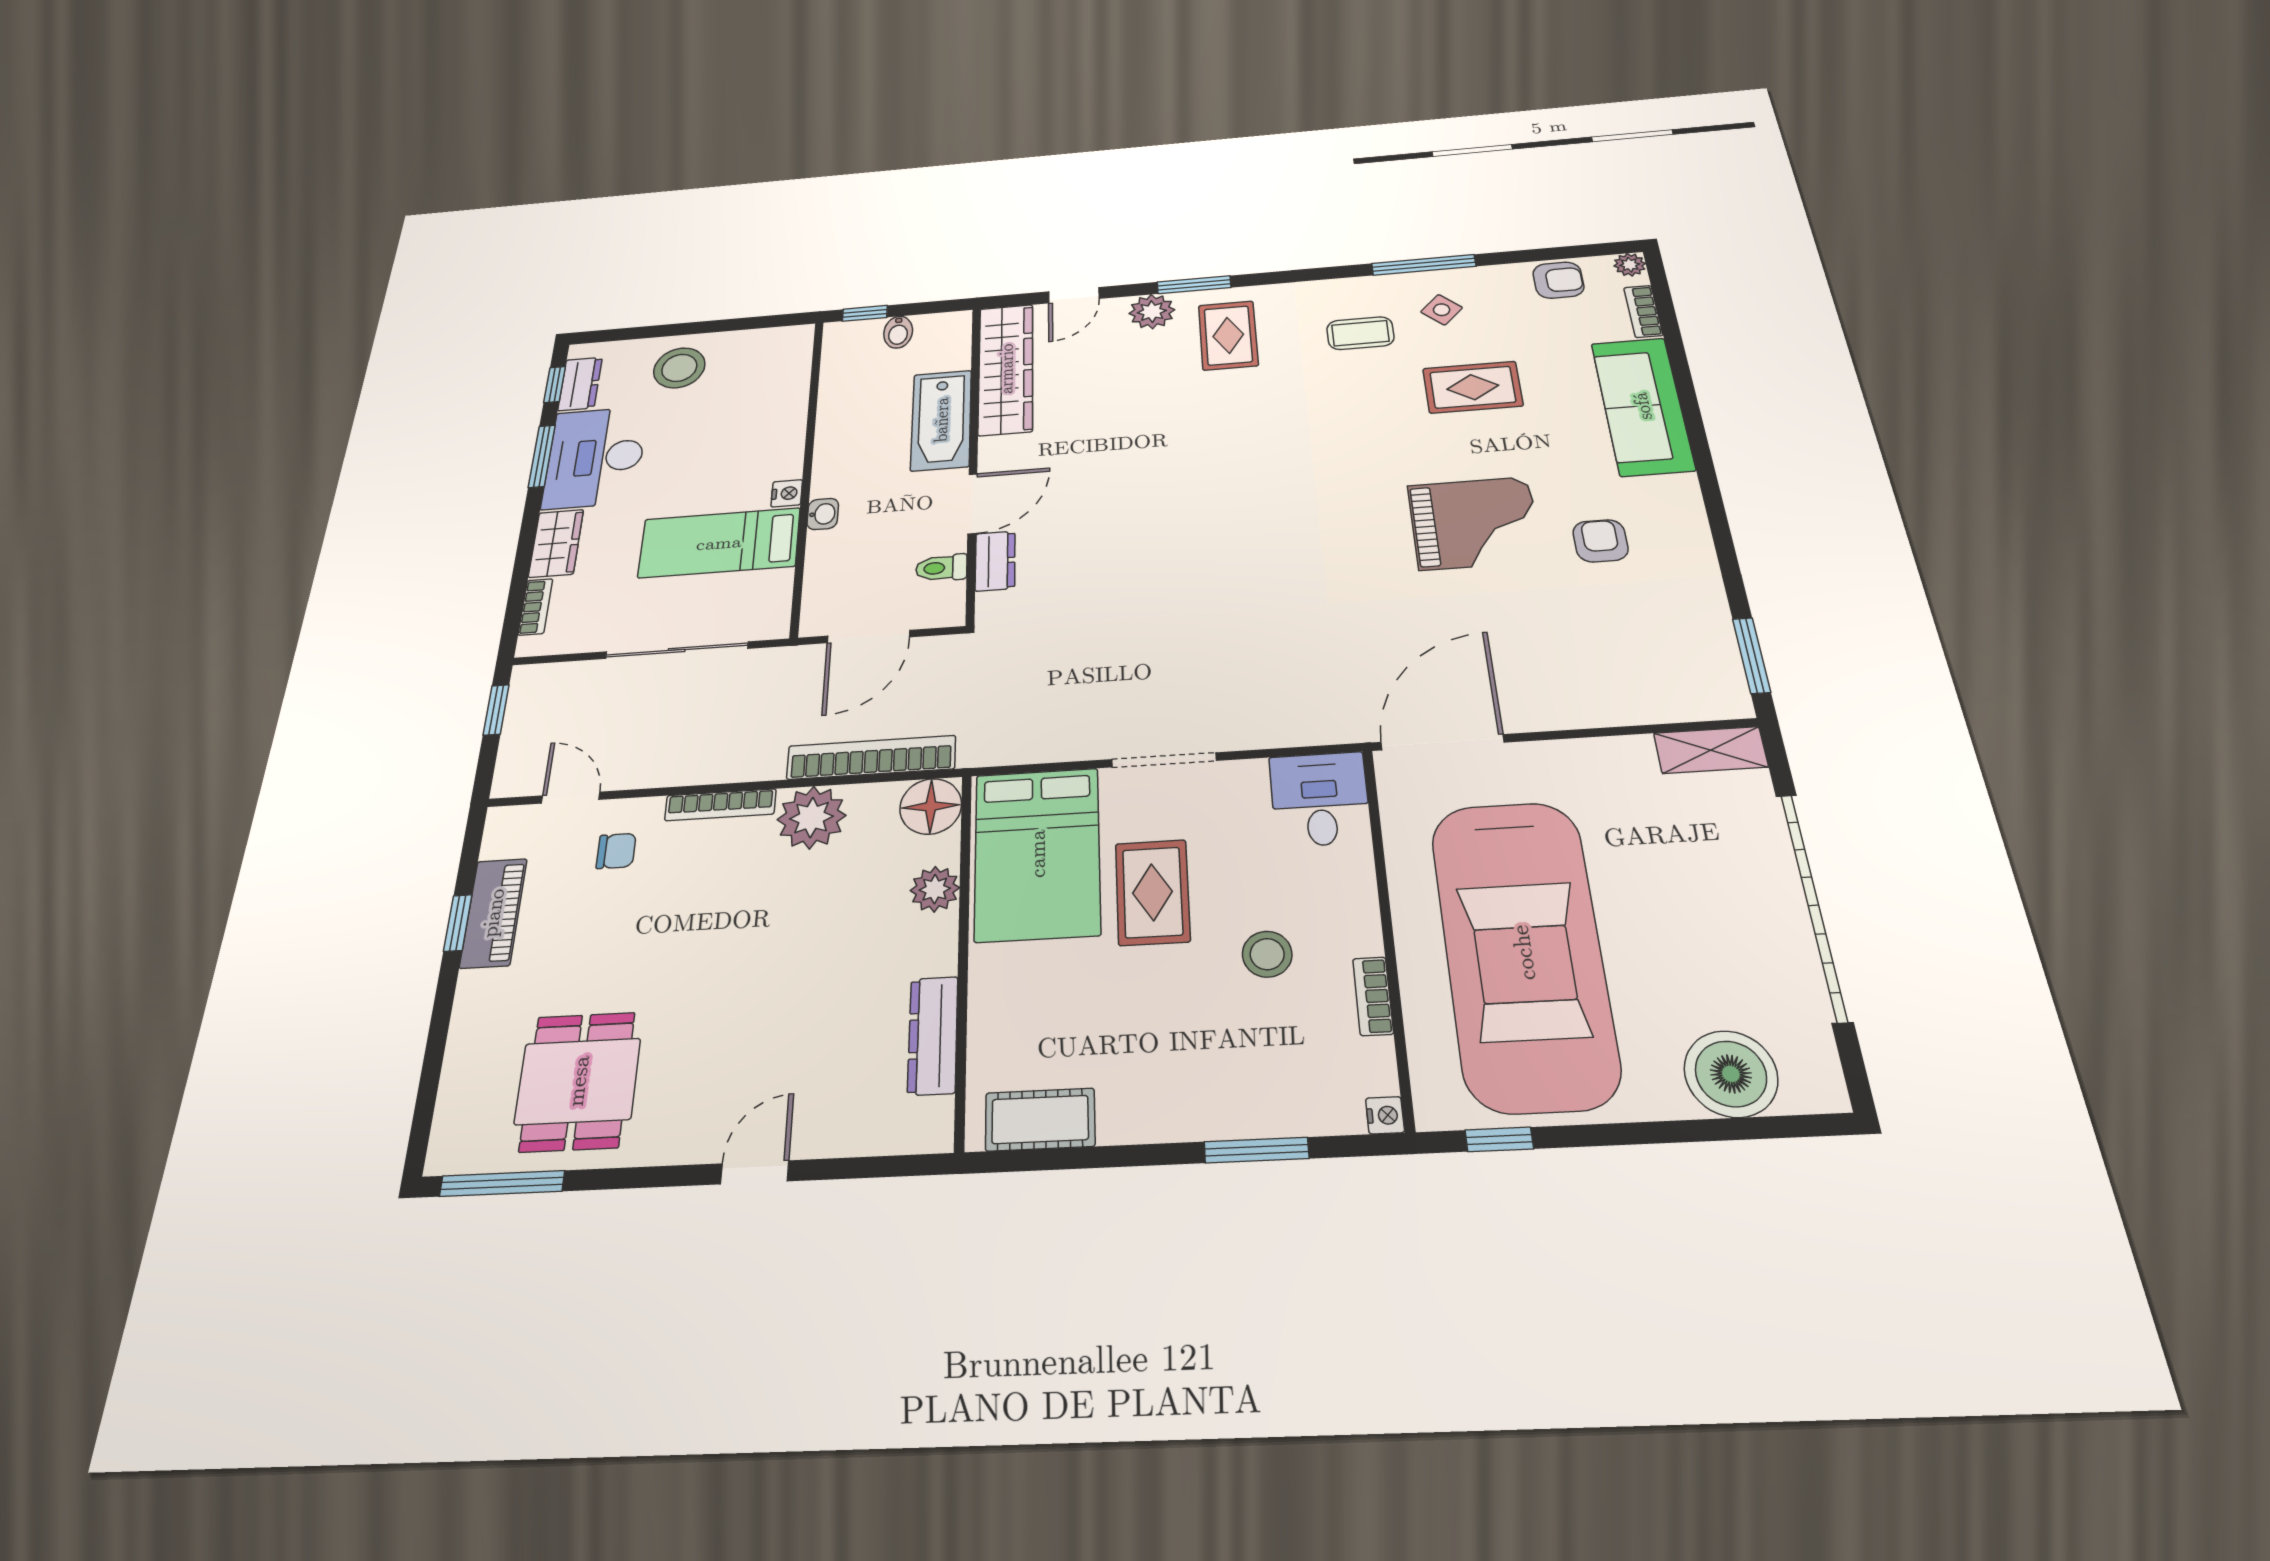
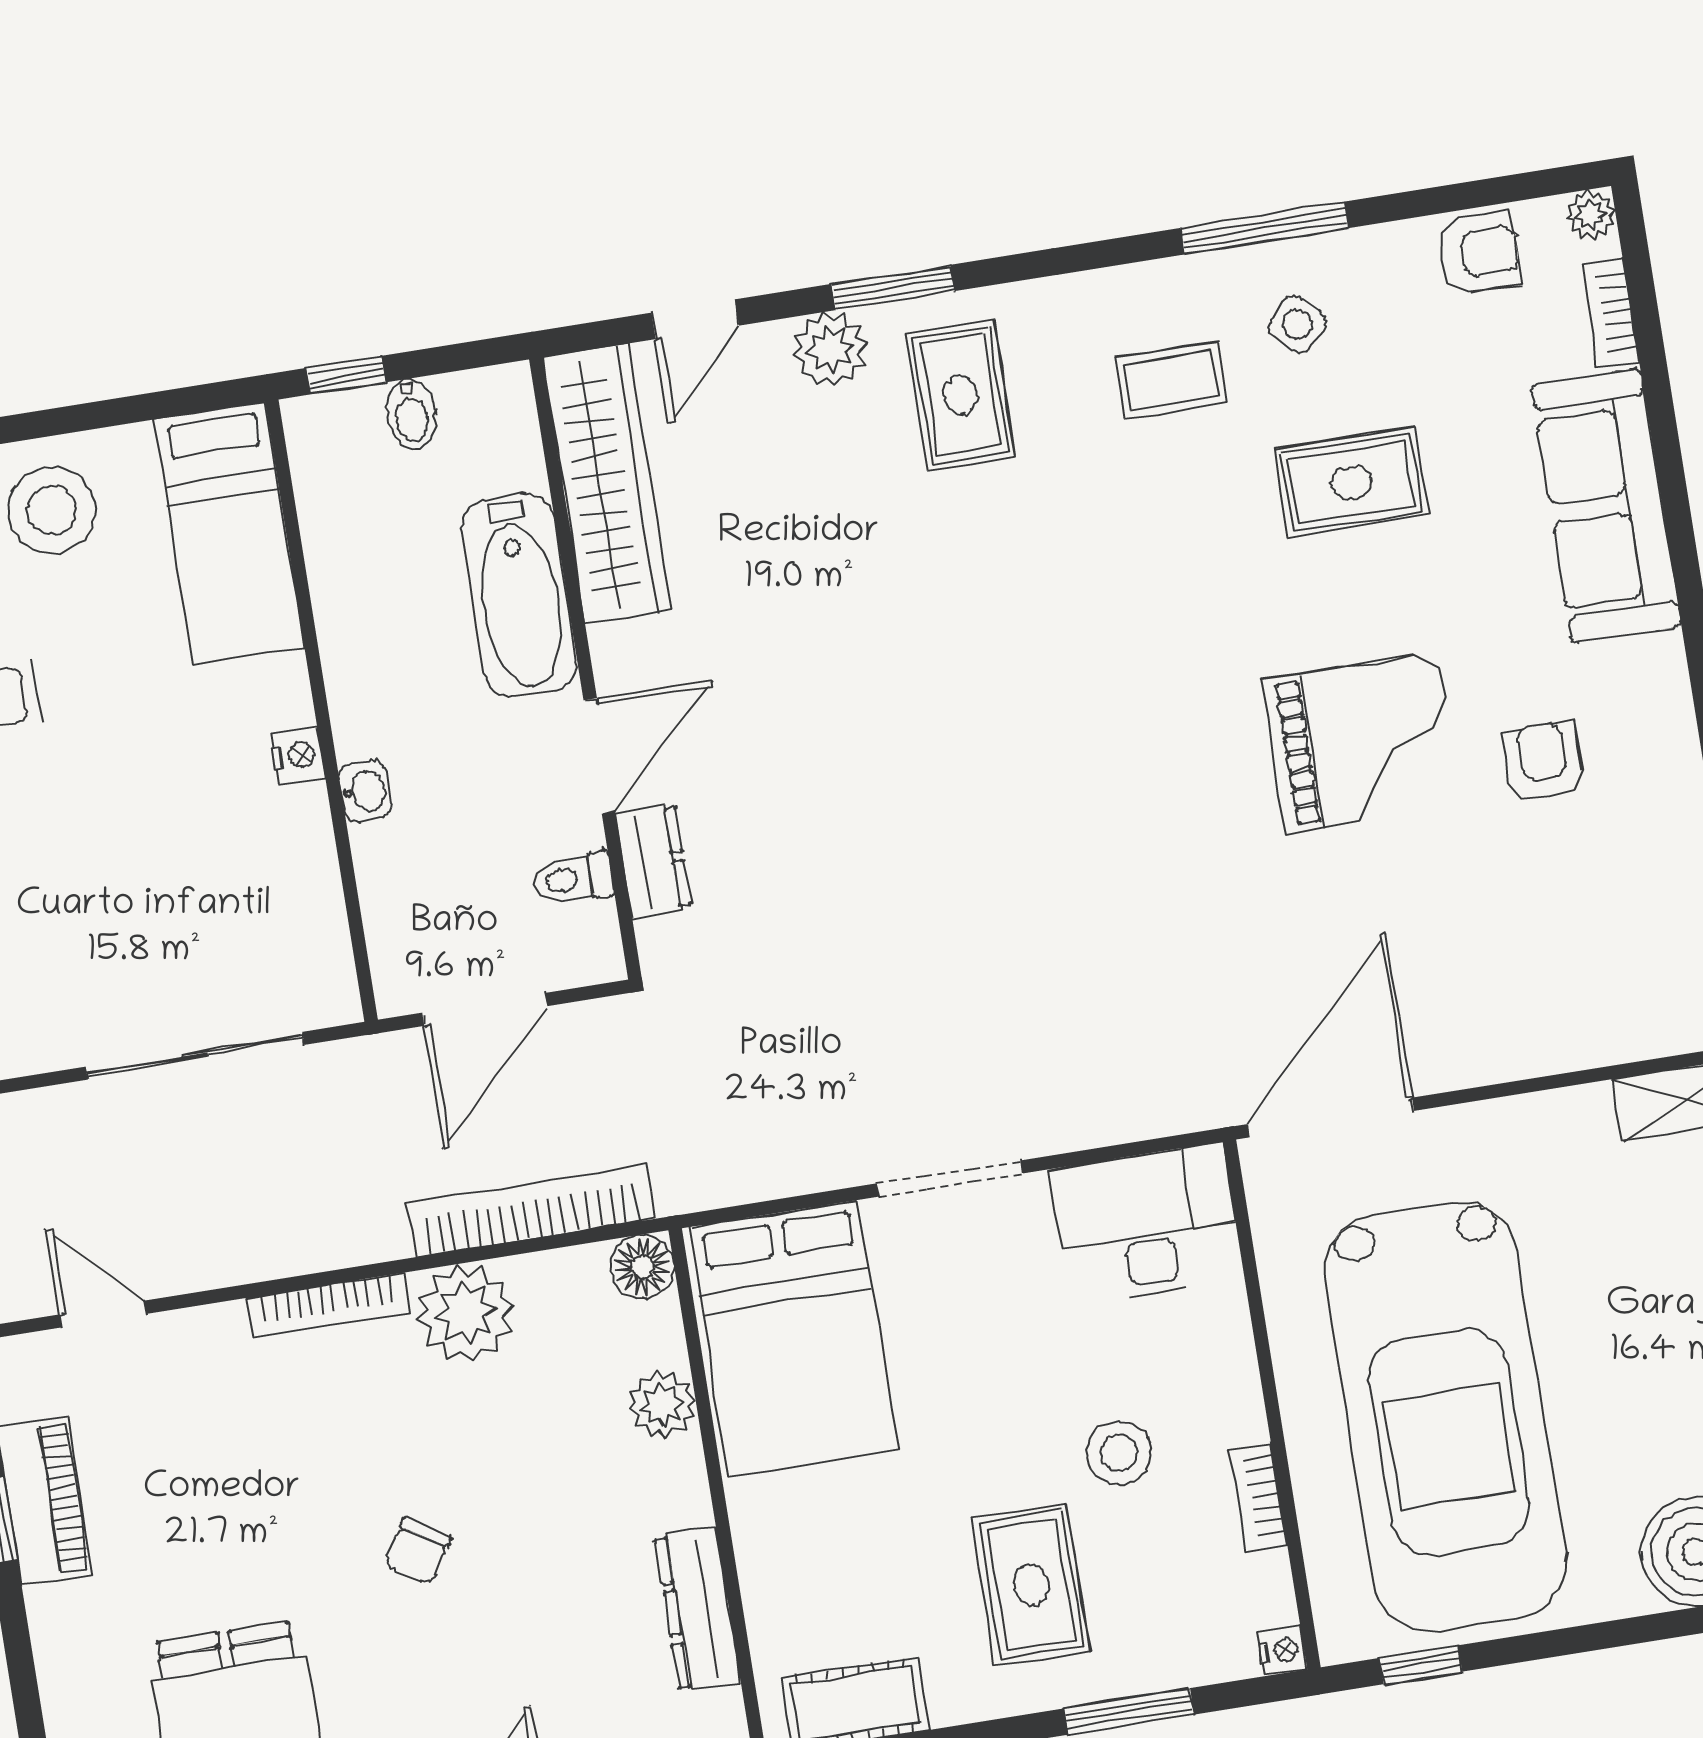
bed: (719, 543) -> (229, 534), moved, turned -90
desk: (1320, 799) -> (1146, 1224), width x1.37
floor lamp: (931, 806) -> (642, 1267), width x0.73, depth x0.73
chair: (616, 851) -> (418, 1551), moved, turned 122
rug: (1153, 892) -> (1031, 1585), moved

